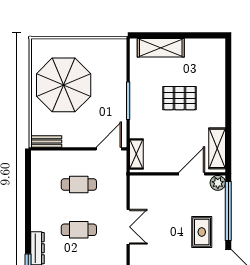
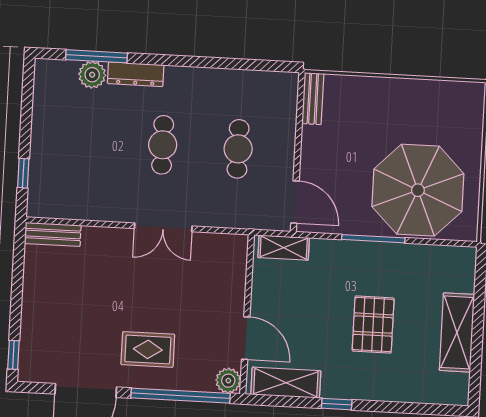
shelving: (161, 48) -> (457, 332), moved
parasol: (64, 85) -> (418, 190), moved
window: (228, 117) -> (337, 404), added

